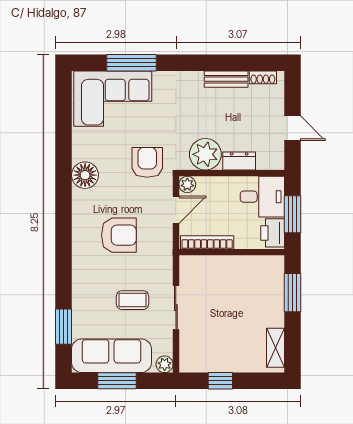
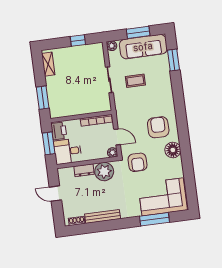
bench: (226, 79) -> (103, 216), width x1.36
door: (176, 210) -> (117, 137), swing flipped
armchair: (119, 235) -> (158, 127), moved, turned 90

